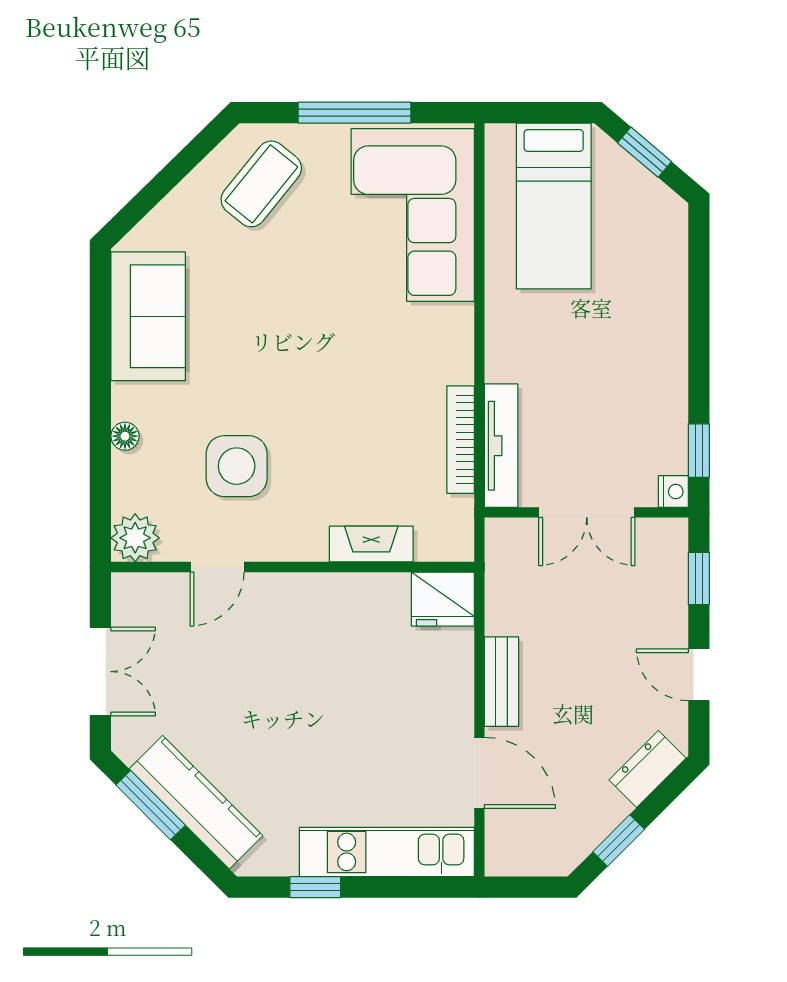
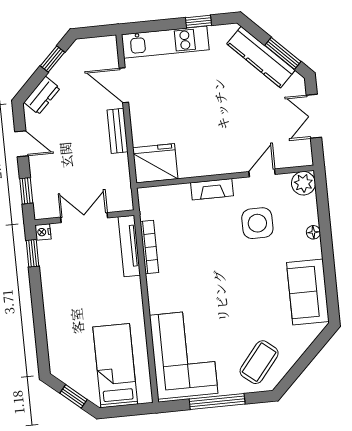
fireplace: (371, 544) -> (212, 189), moved
fridge: (443, 599) -> (155, 163), width x1.36, depth x1.34

